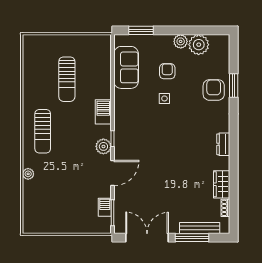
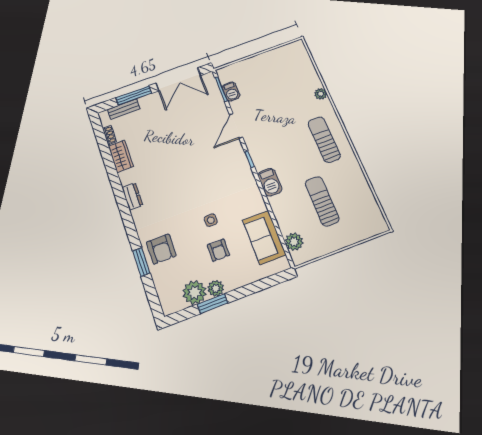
window: (141, 30) -> (212, 304), moved
plant: (103, 146) -> (294, 242), moved
bench: (200, 228) -> (124, 109), width x0.73

